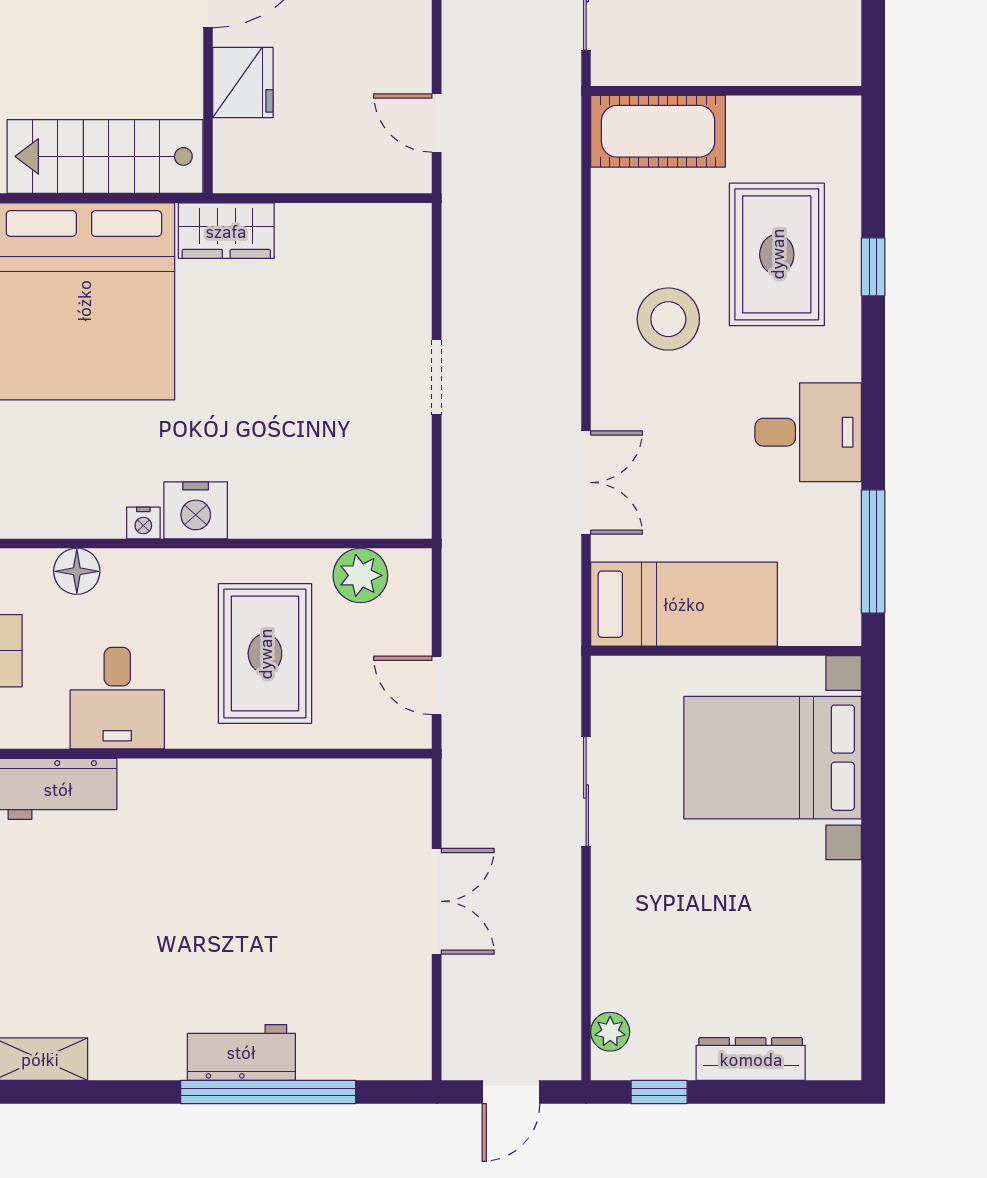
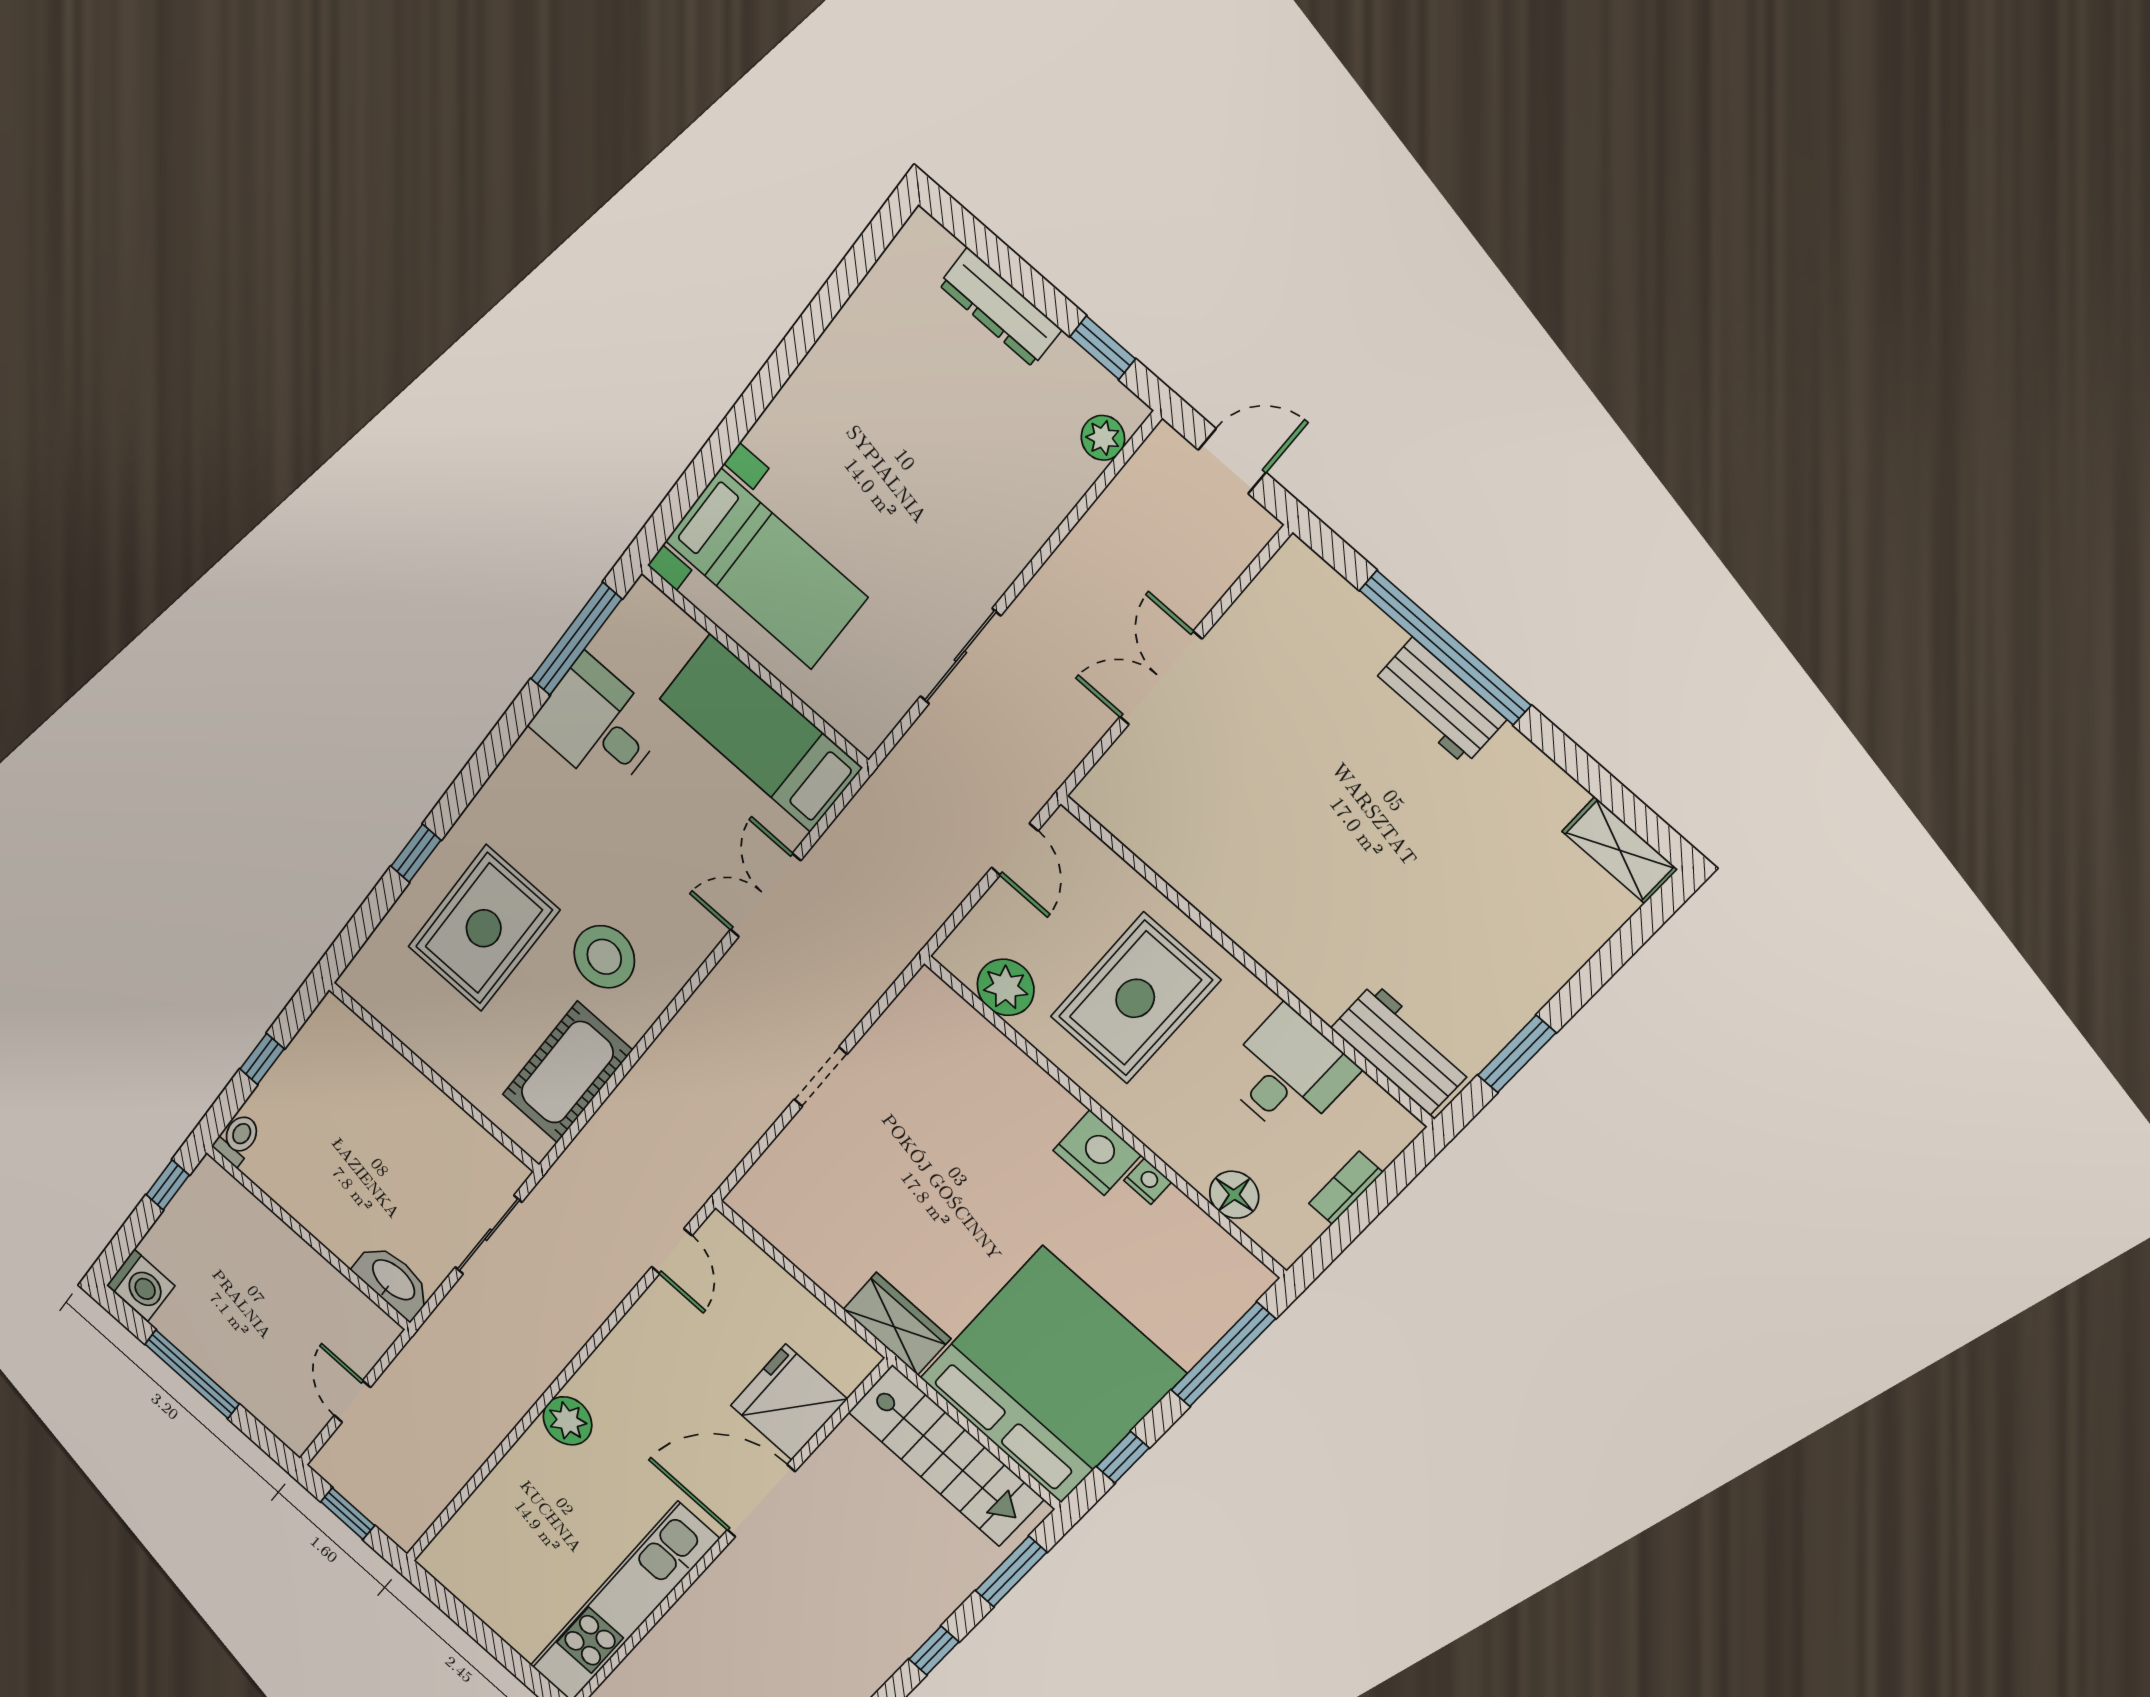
fridge: (243, 83) -> (789, 1402), width x1.36, depth x1.34
cot: (658, 131) -> (567, 1072), moved, turned 90
desk: (808, 432) -> (598, 725), moved
bed with nightstands: (773, 758) -> (766, 569), width x0.73

